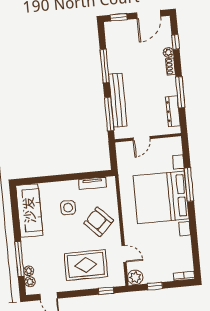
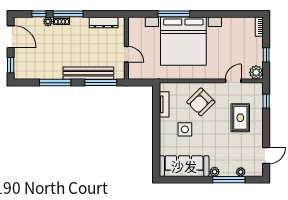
window: (180, 92) -> (68, 14), moved
rug: (86, 265) -> (240, 118), width x0.73, depth x0.70
plant: (30, 282) -> (215, 172), moved

